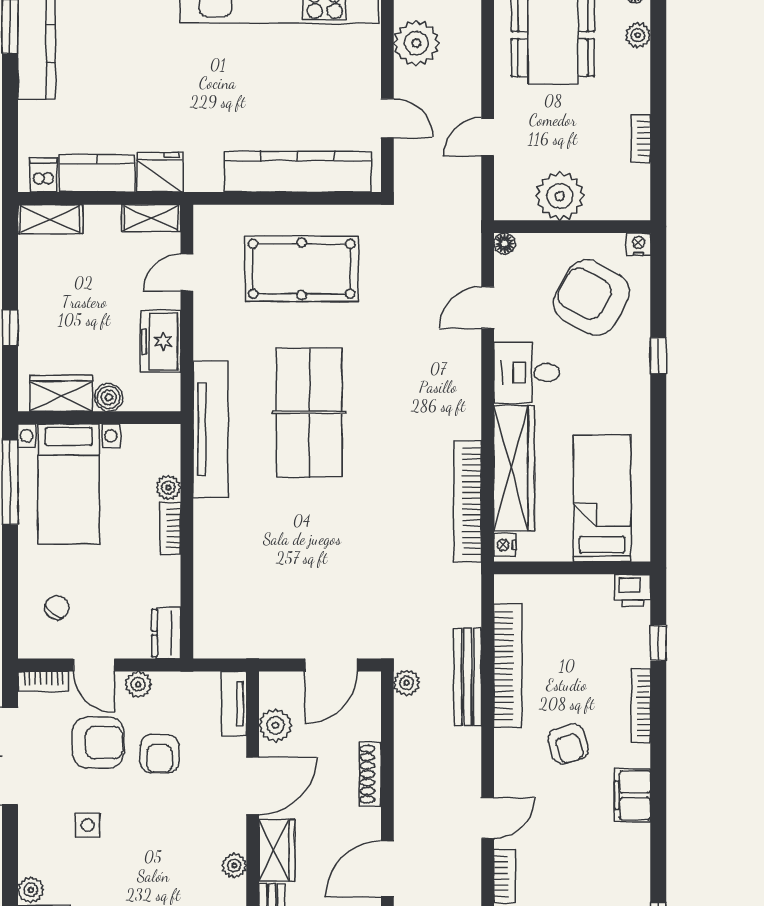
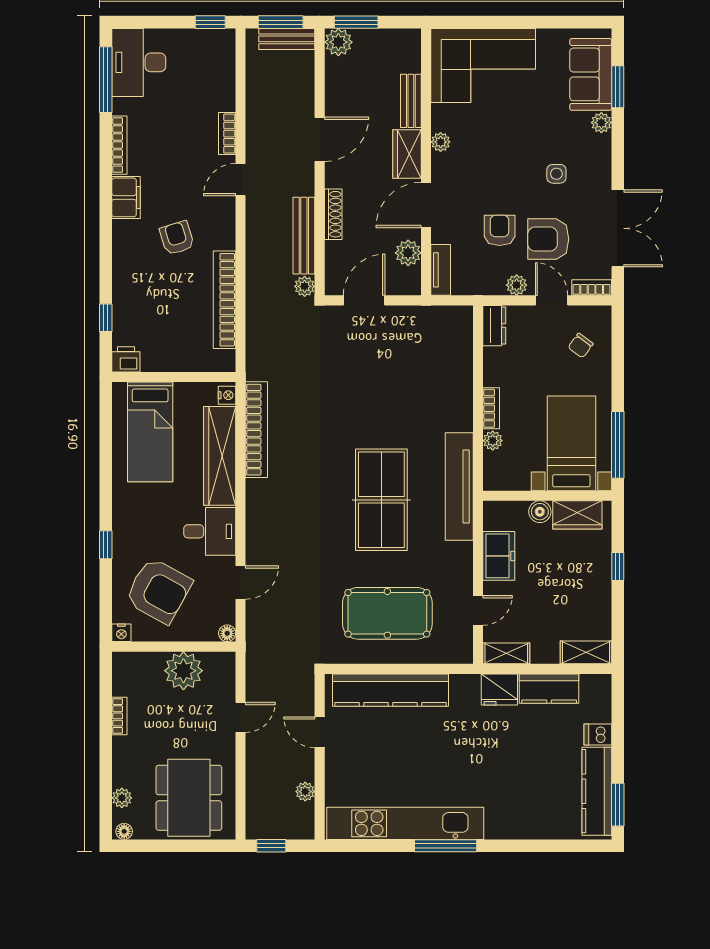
plant: (416, 43) -> (305, 792), width x0.53, depth x0.53
dishwasher: (44, 175) -> (598, 734), moved, turned 90
bench: (468, 677) -> (304, 236), moved
bookcase: (641, 706) -> (119, 145), moved

